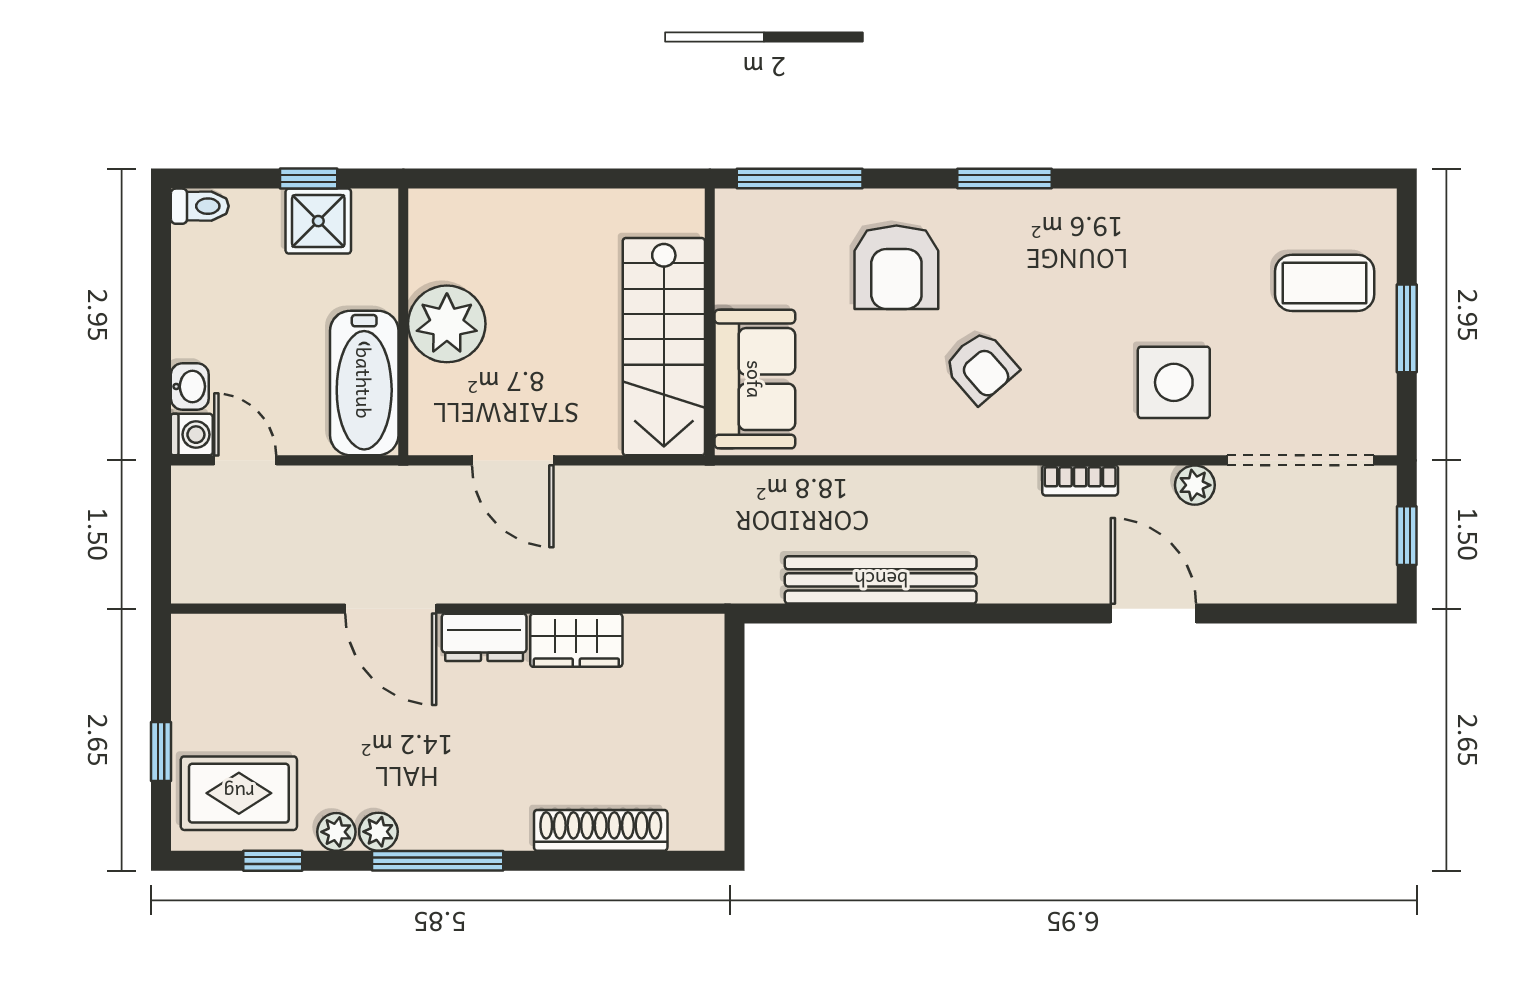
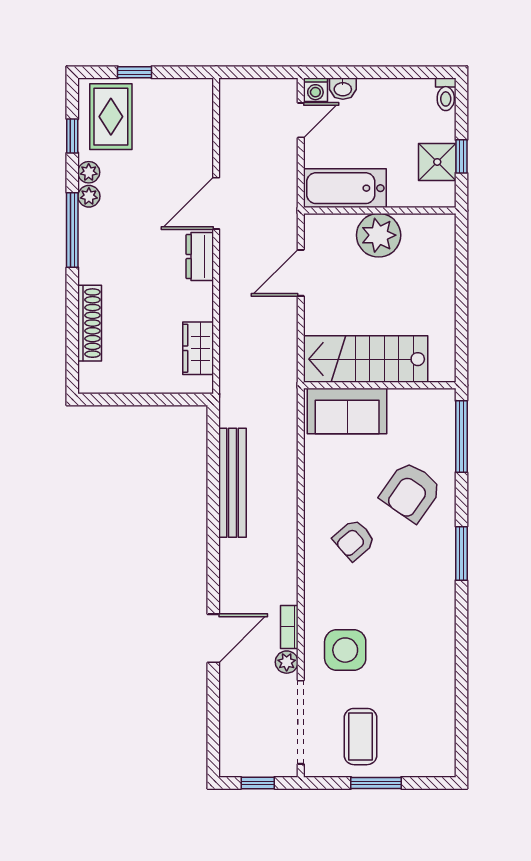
armchair: (896, 267) -> (411, 492), turned -55
coffee table: (1325, 283) -> (361, 737), moved
bookcase: (1080, 480) -> (289, 627), moved
wardrobe: (576, 640) -> (198, 348), moved

